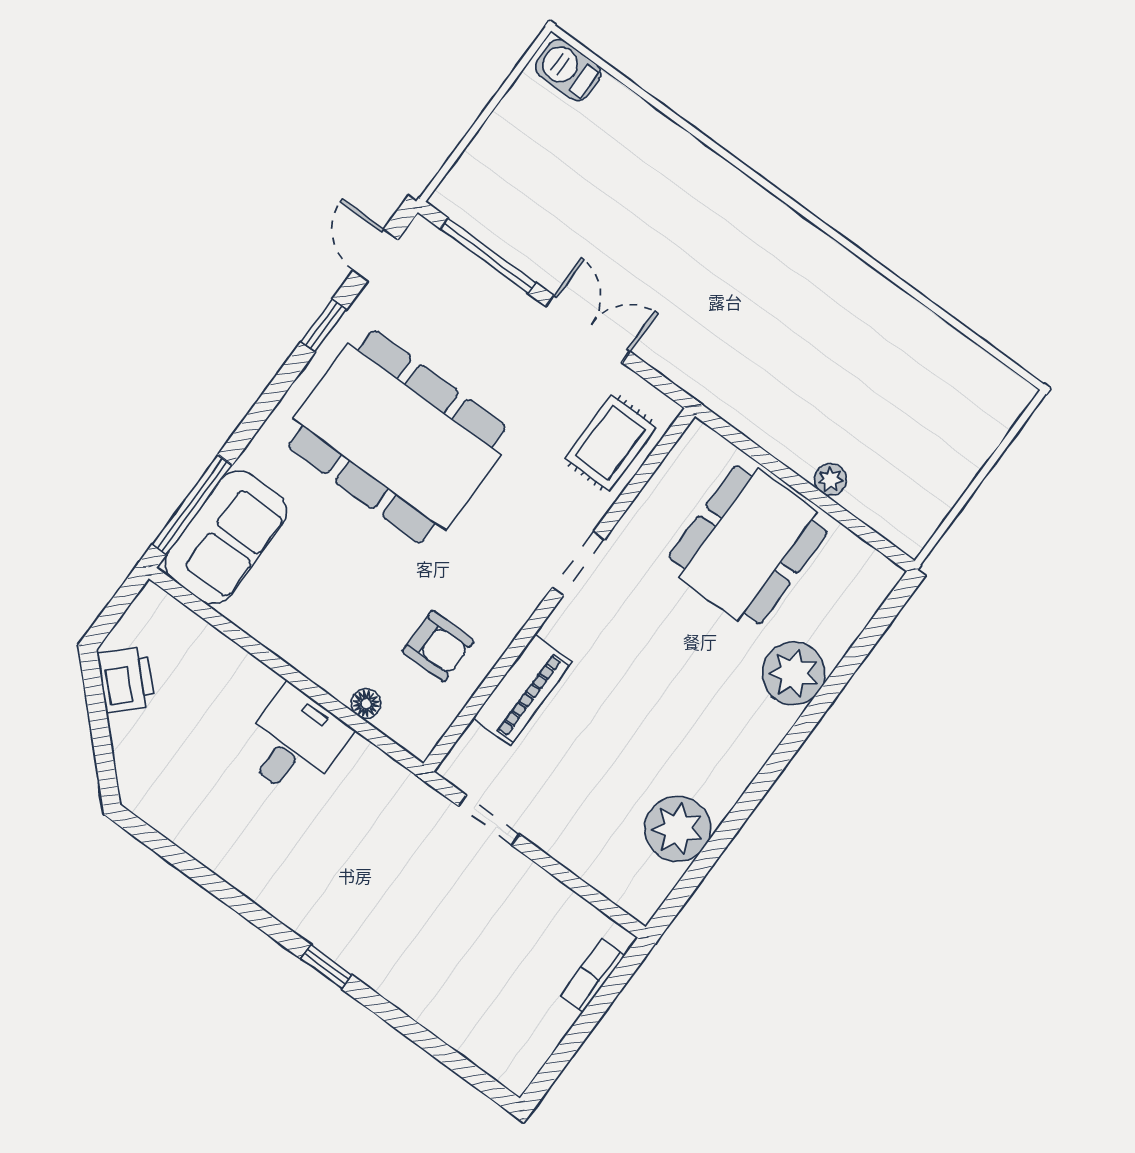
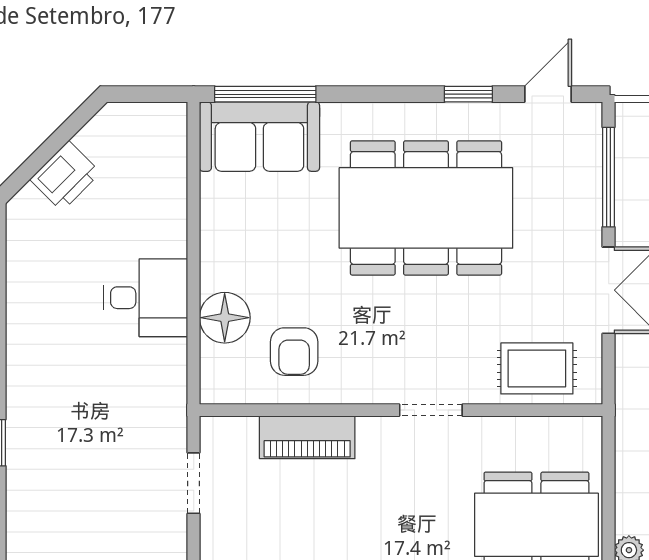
dining table: (397, 437) -> (426, 208), turned 90
printer: (126, 679) -> (65, 176), moved
floor lamp: (366, 704) -> (225, 318), width x1.89, depth x1.89

